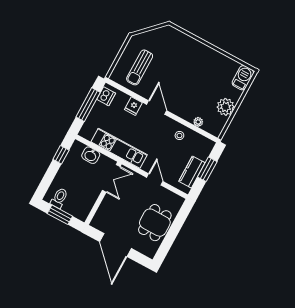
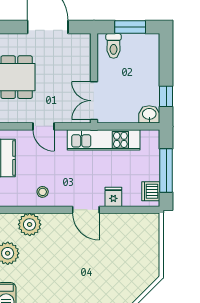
sun lounger: (140, 67) -> (130, 245), removed
plant: (198, 122) -> (30, 224), width x1.88, depth x1.88
washbasin: (91, 155) -> (149, 114), moved
toilet: (59, 198) -> (114, 46), moved

